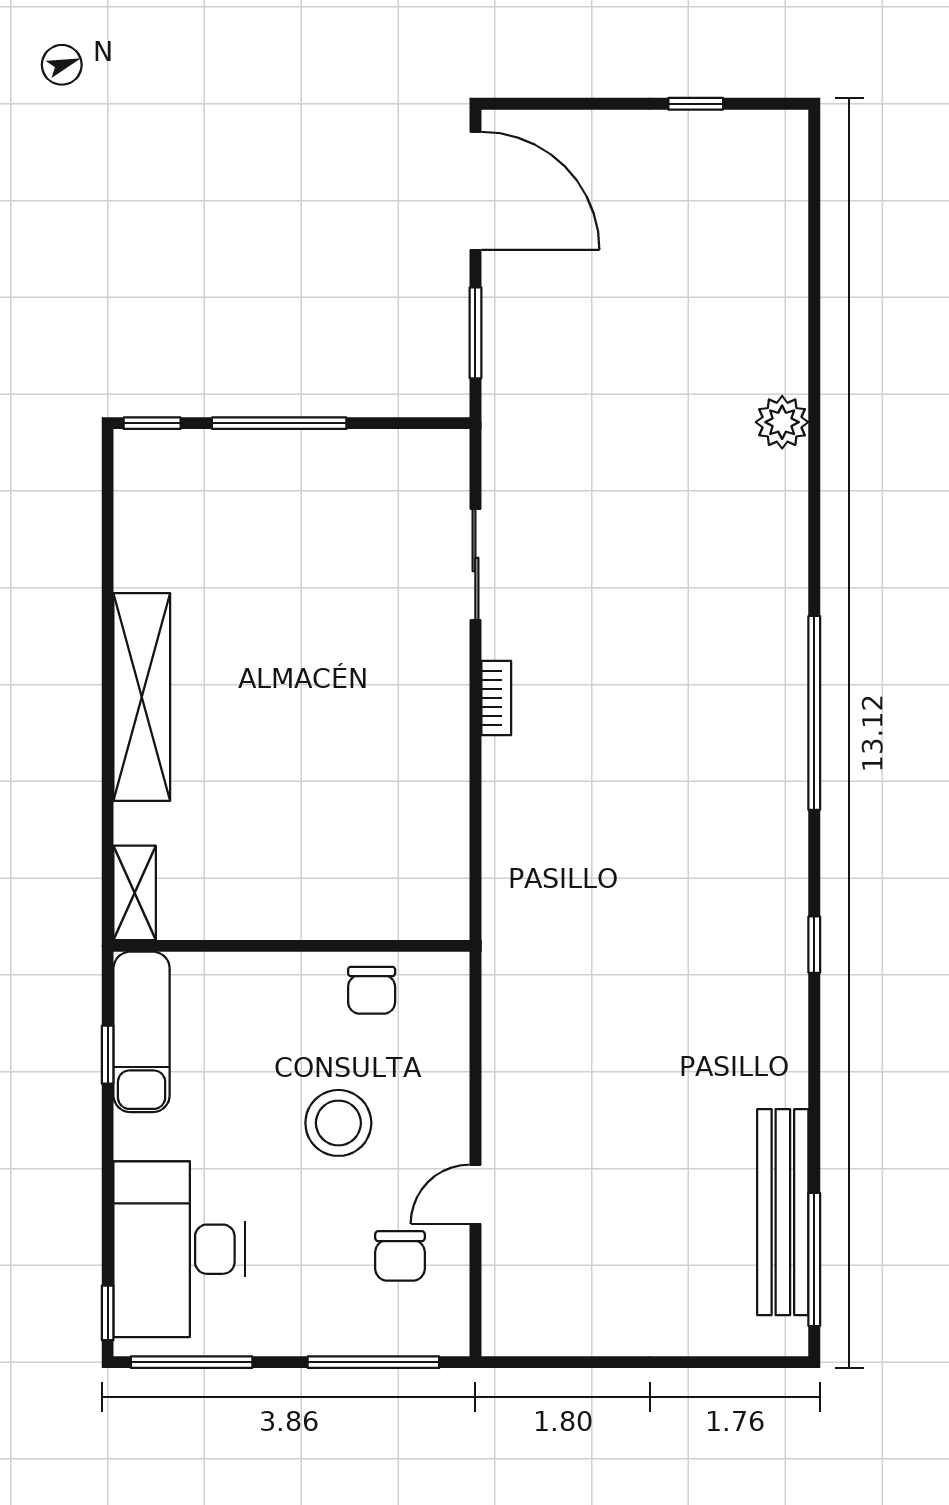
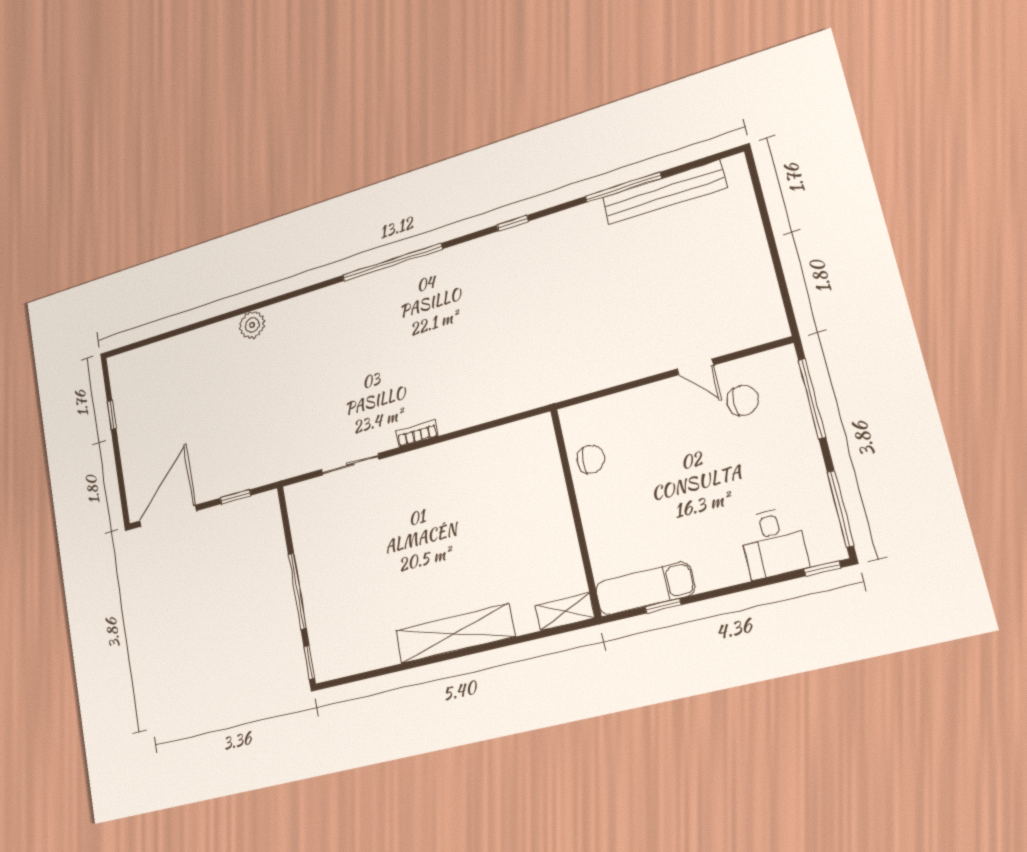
window: (475, 333) -> (235, 497), width x0.67
stool: (338, 1123) -> (672, 458), removed
desk: (179, 1249) -> (774, 543), width x0.53, depth x0.77
window: (814, 1259) -> (623, 187), moved

